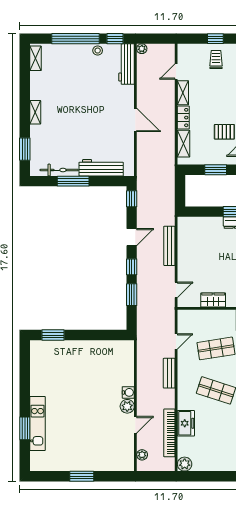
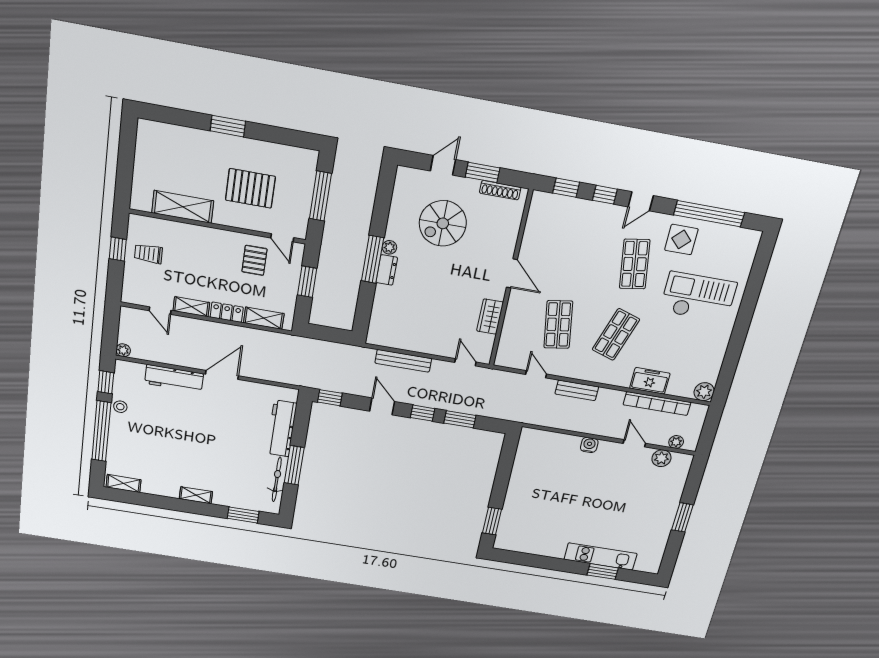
workbench: (127, 64) -> (174, 379), moved
plant: (127, 406) -> (661, 458), moved

